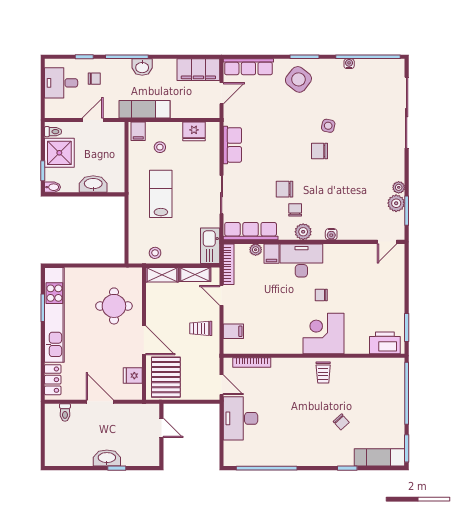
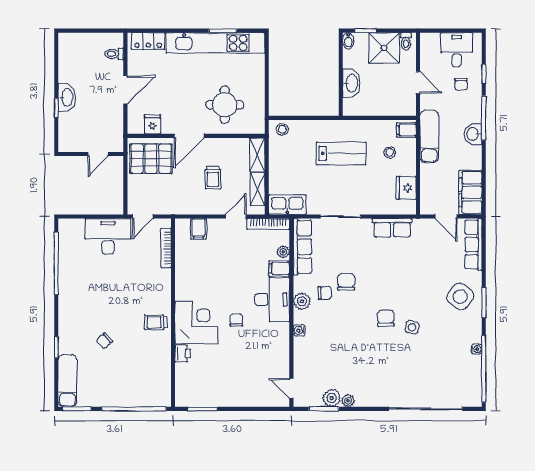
stool: (155, 253) -> (282, 129), moved
trolley: (201, 328) -> (213, 178), moved, turned 180
printer: (385, 343) -> (183, 354), moved, width x0.53, depth x0.68

